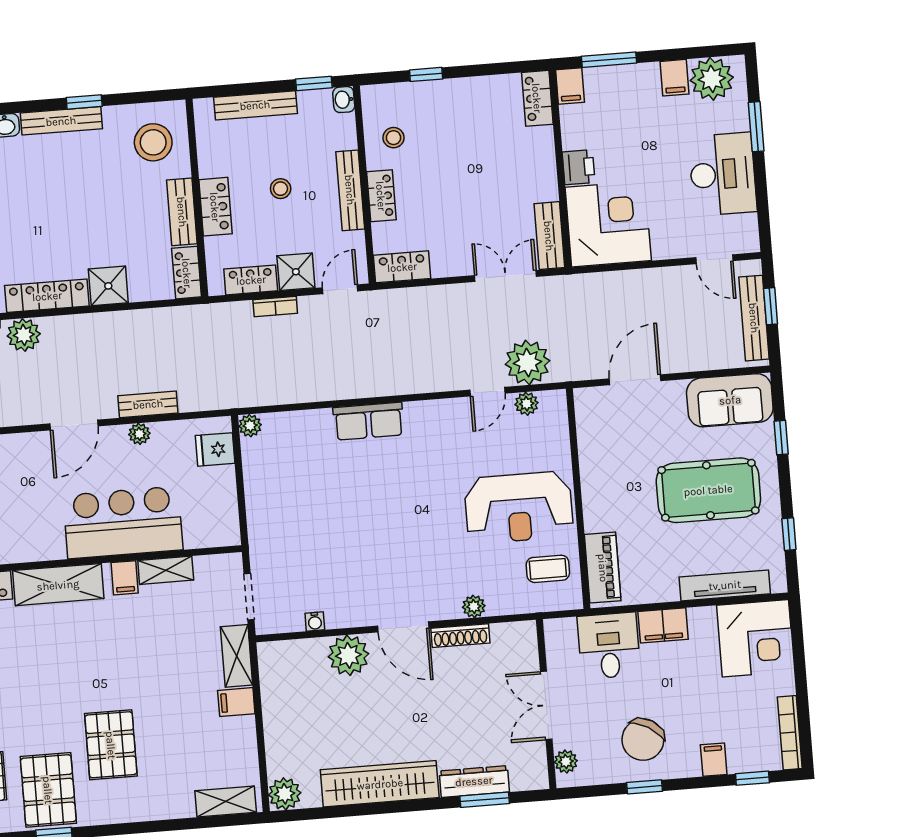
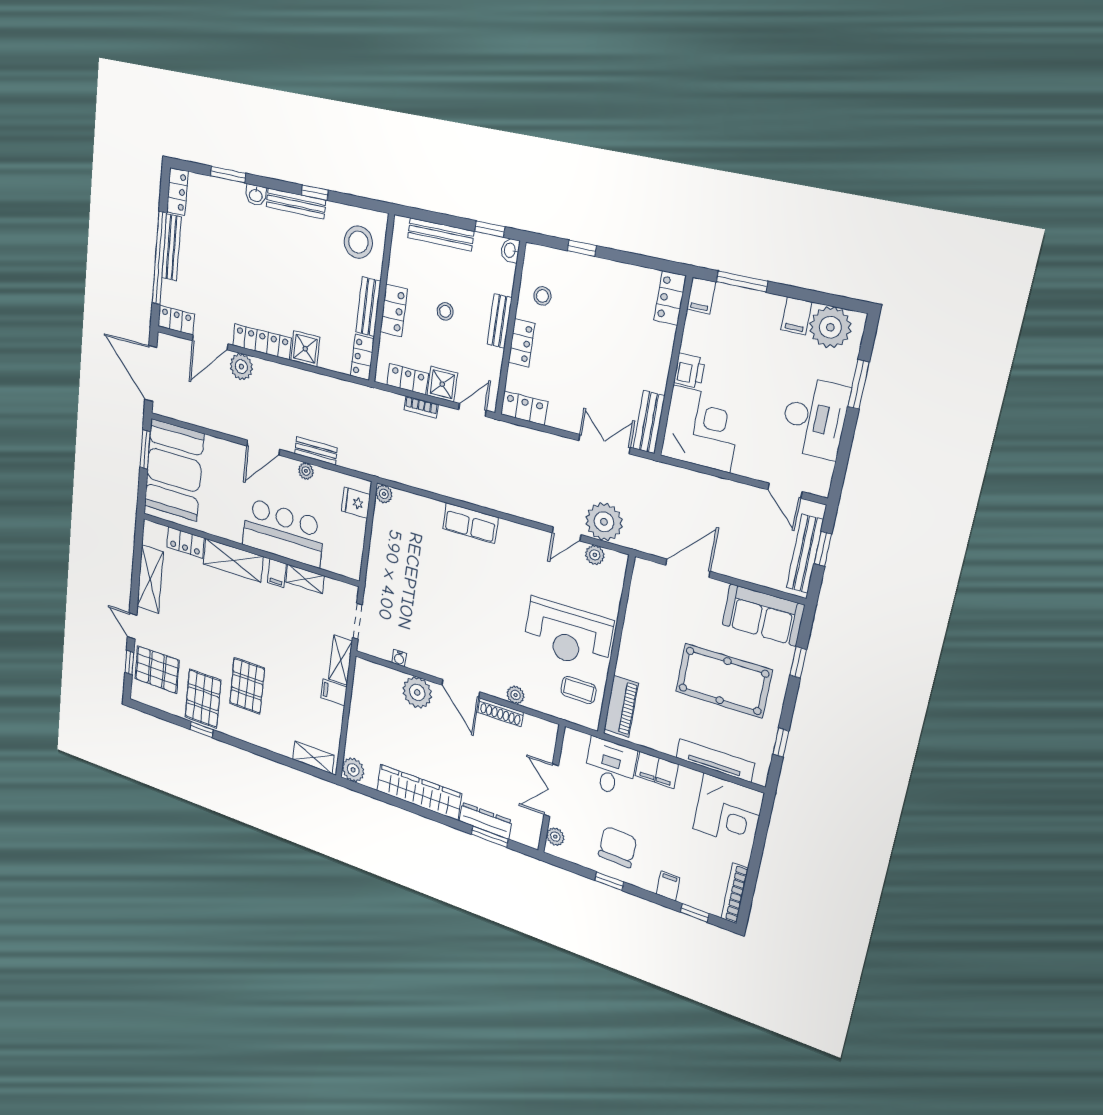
bench: (350, 190) -> (500, 321), width x0.73
chair: (643, 740) -> (617, 847), turned 151

